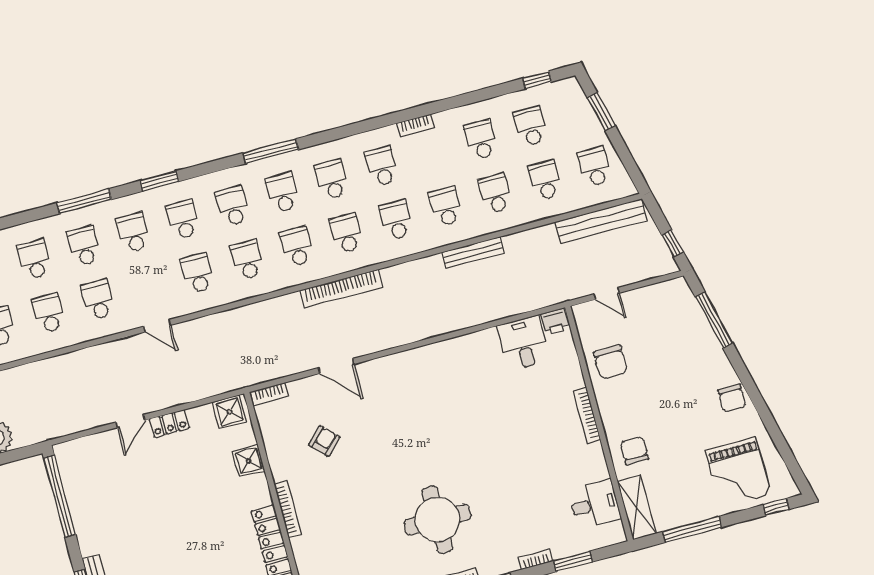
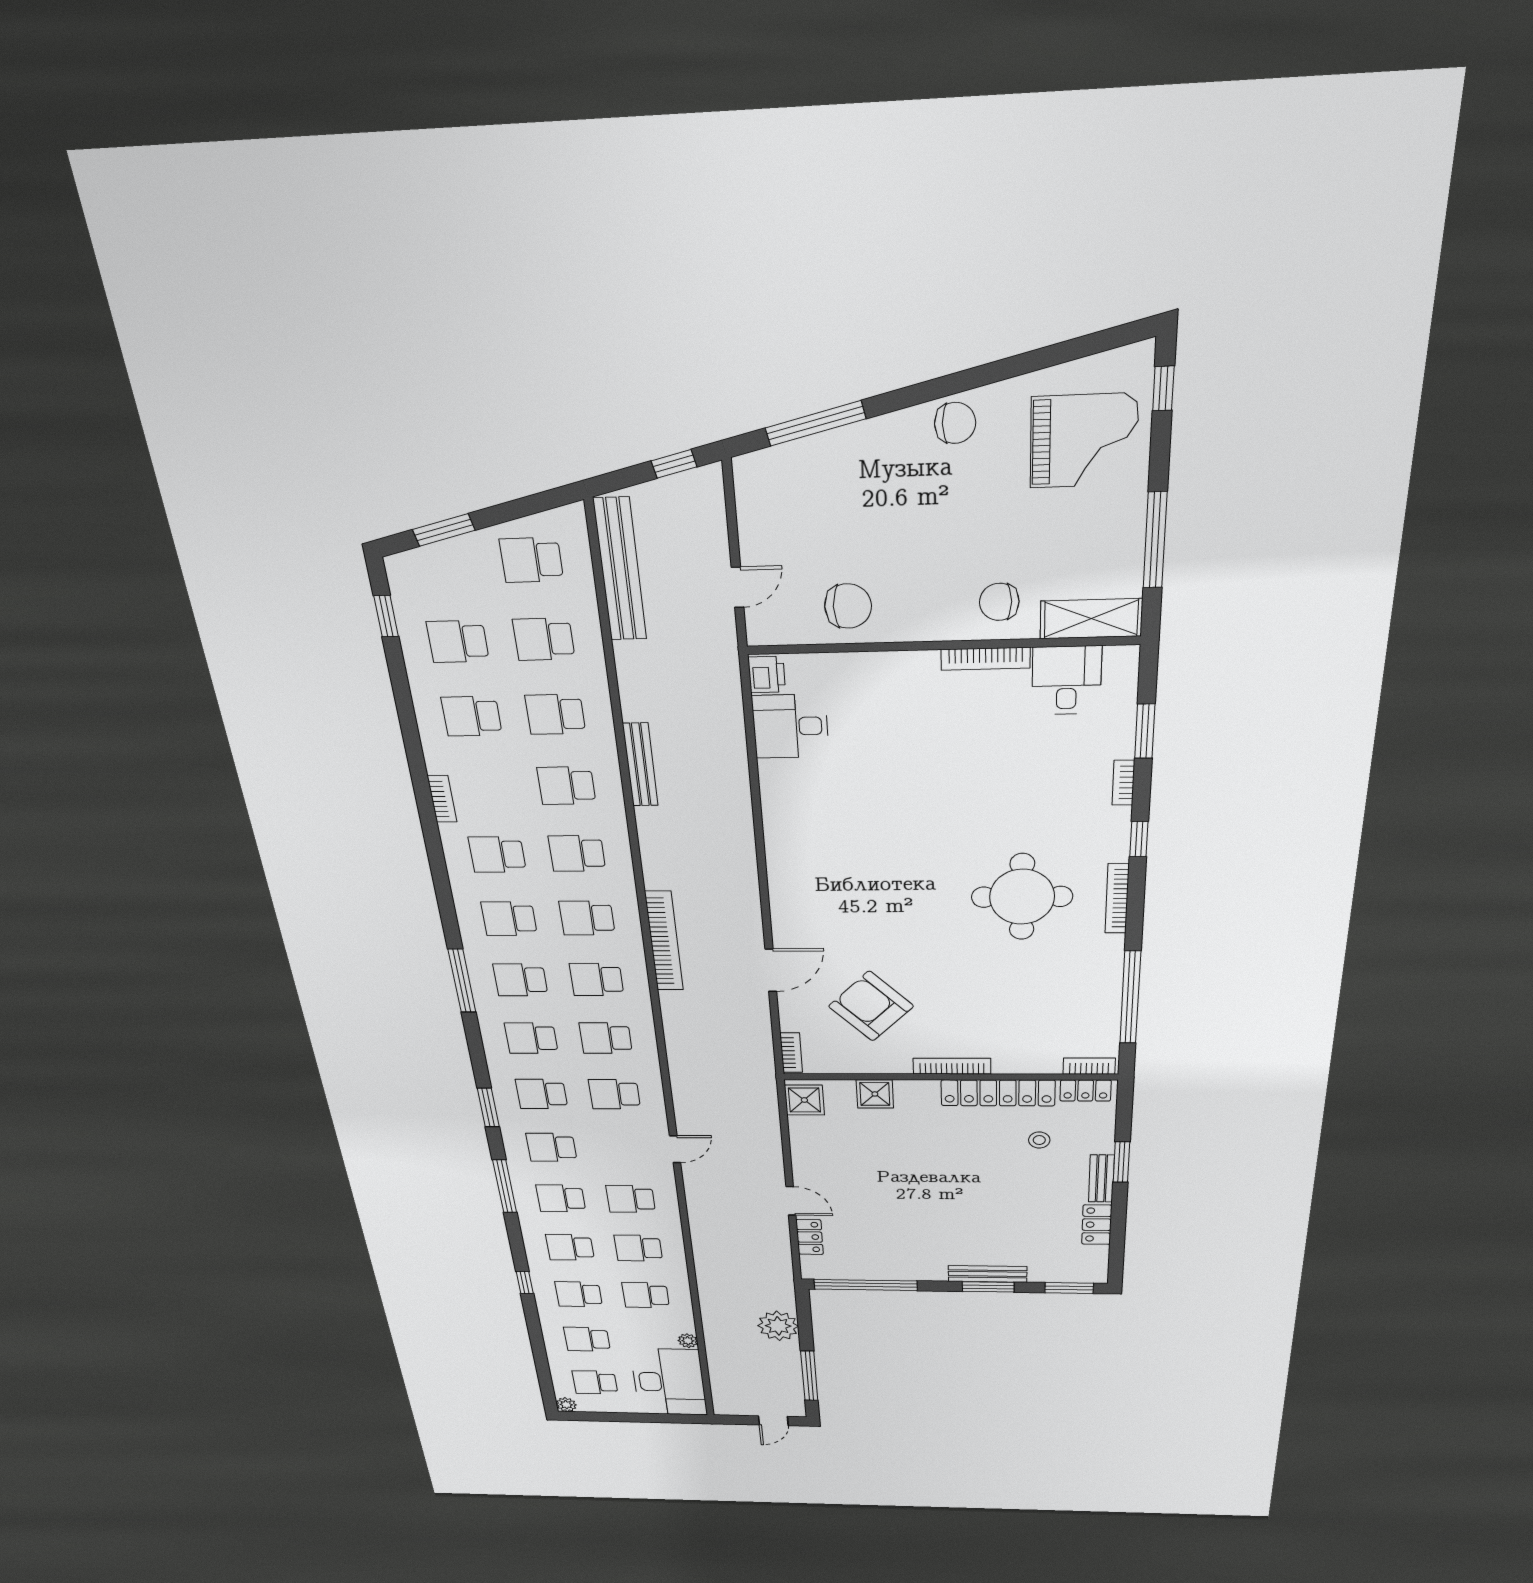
bookcase: (587, 415) -> (986, 659), moved
locker: (169, 424) -> (810, 1237), moved
armchair: (324, 441) -> (871, 1006), width x1.88, depth x1.88

